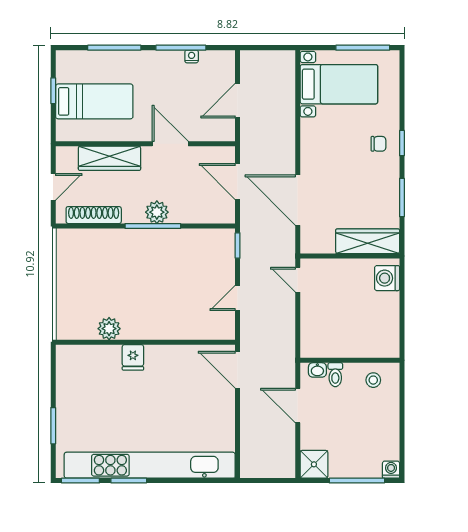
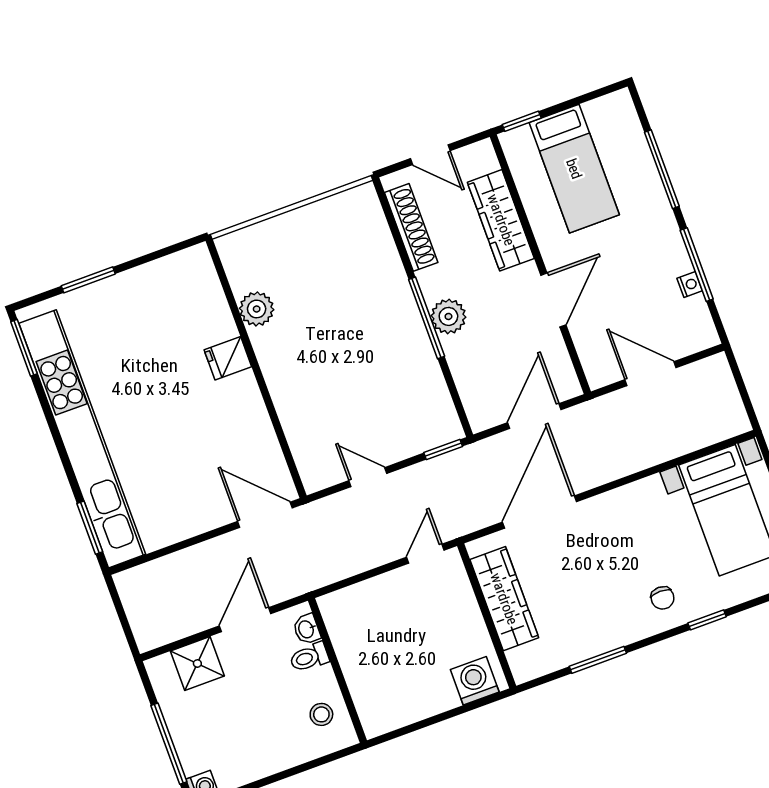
window: (53, 91) -> (522, 121), moved
window: (402, 143) -> (707, 620), moved
wardrobe: (368, 241) -> (504, 599), moved
door: (238, 370) -> (265, 515), hinge flipped
shower: (314, 464) -> (197, 663), moved
window: (129, 481) -> (90, 528), moved

